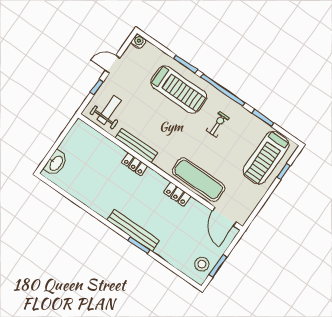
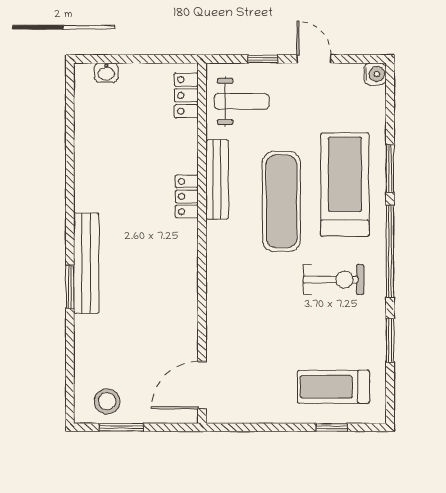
treadmill: (179, 90) -> (345, 185), turned 180
exercise bike: (218, 124) -> (334, 280), width x1.38, depth x1.39
treadmill: (266, 158) -> (333, 387), width x0.73, depth x0.73
washbasin: (56, 163) -> (106, 73), width x0.52, depth x0.69
exercise mat: (199, 180) -> (281, 201), moved
locker: (177, 194) -> (186, 95), moved

